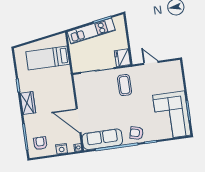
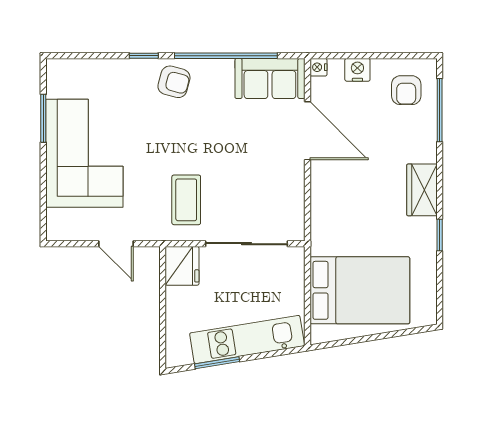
bed: (48, 58) -> (360, 290), width x1.50
corner sofa: (172, 115) -> (84, 153), moved
sofa: (102, 139) -> (270, 78), width x0.73

